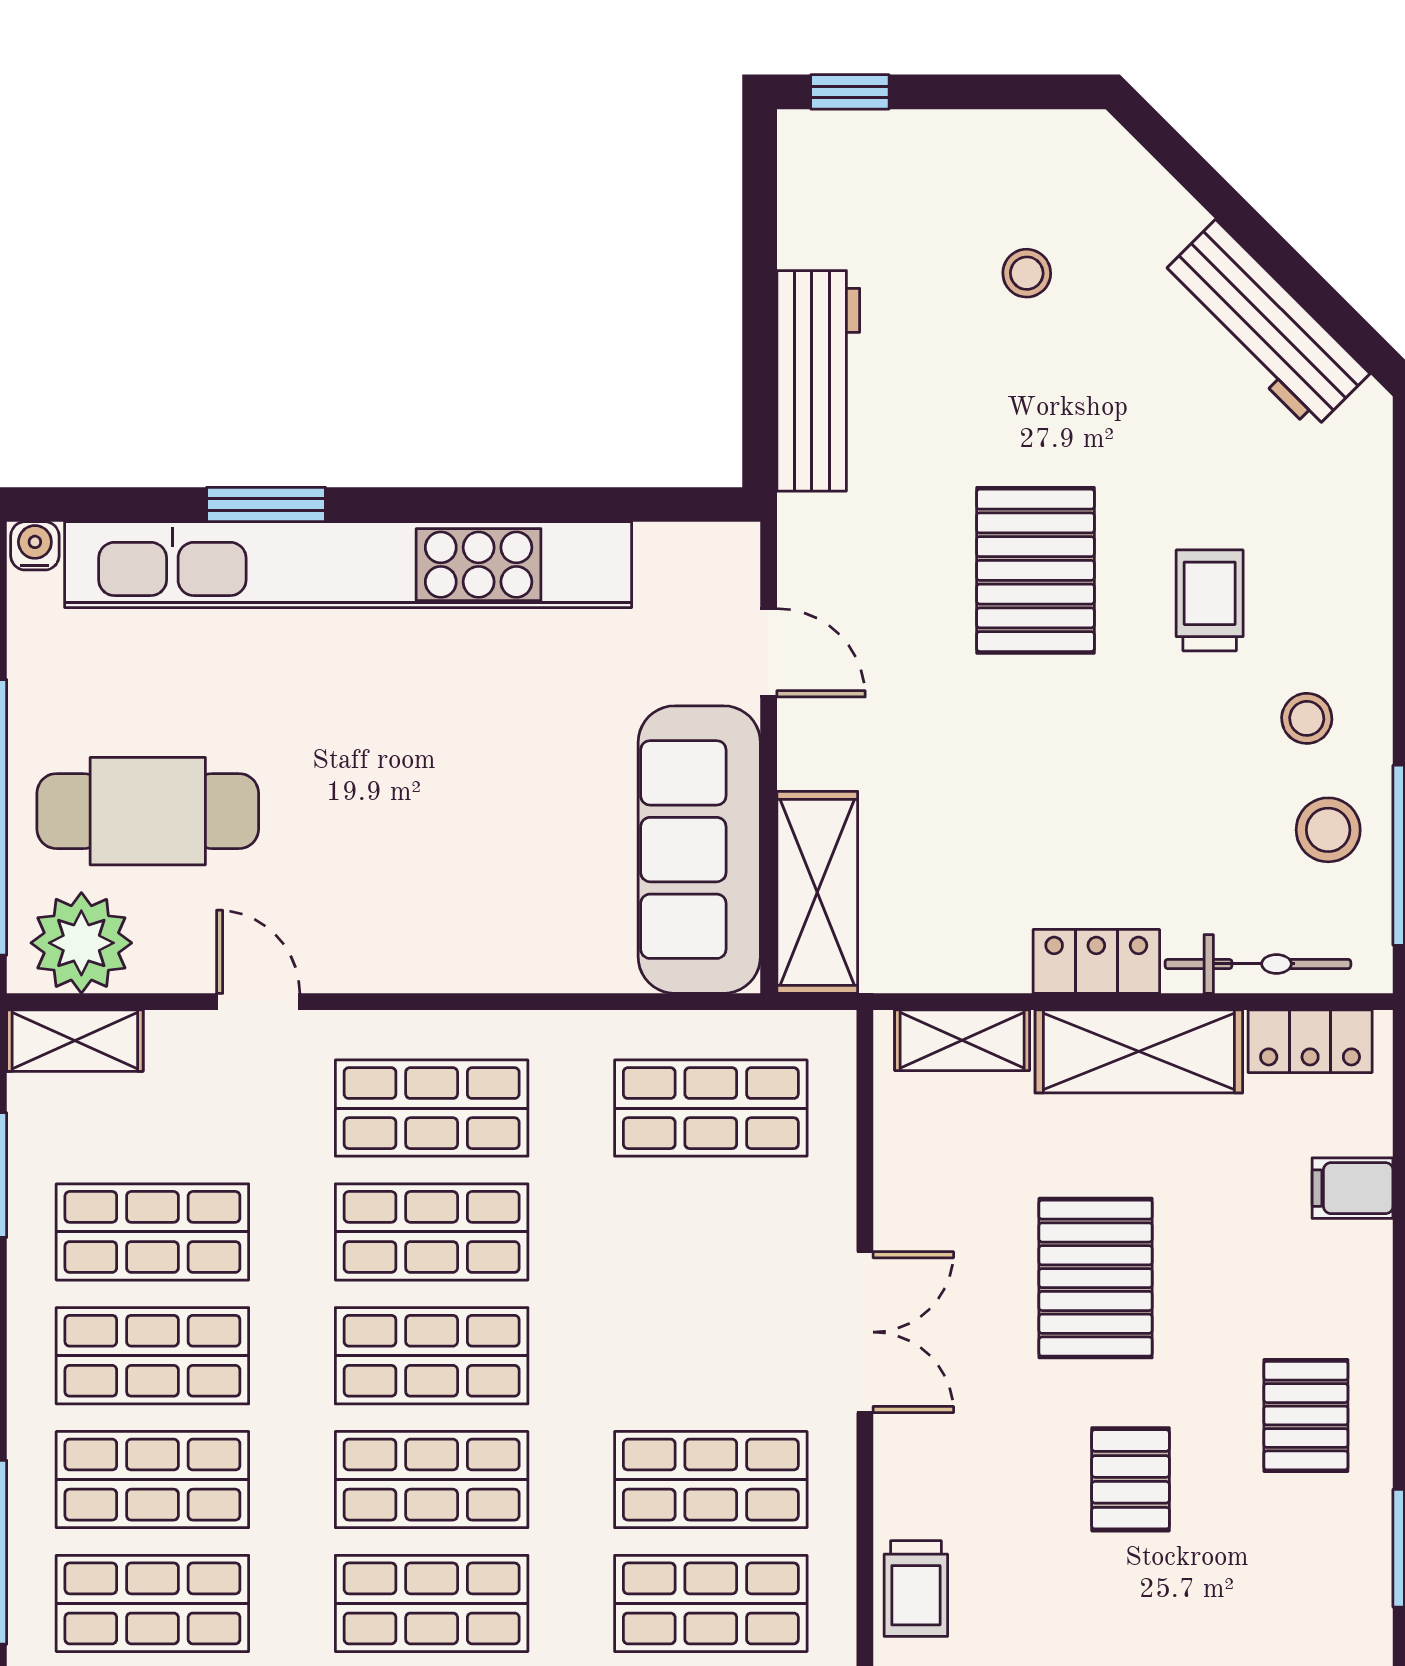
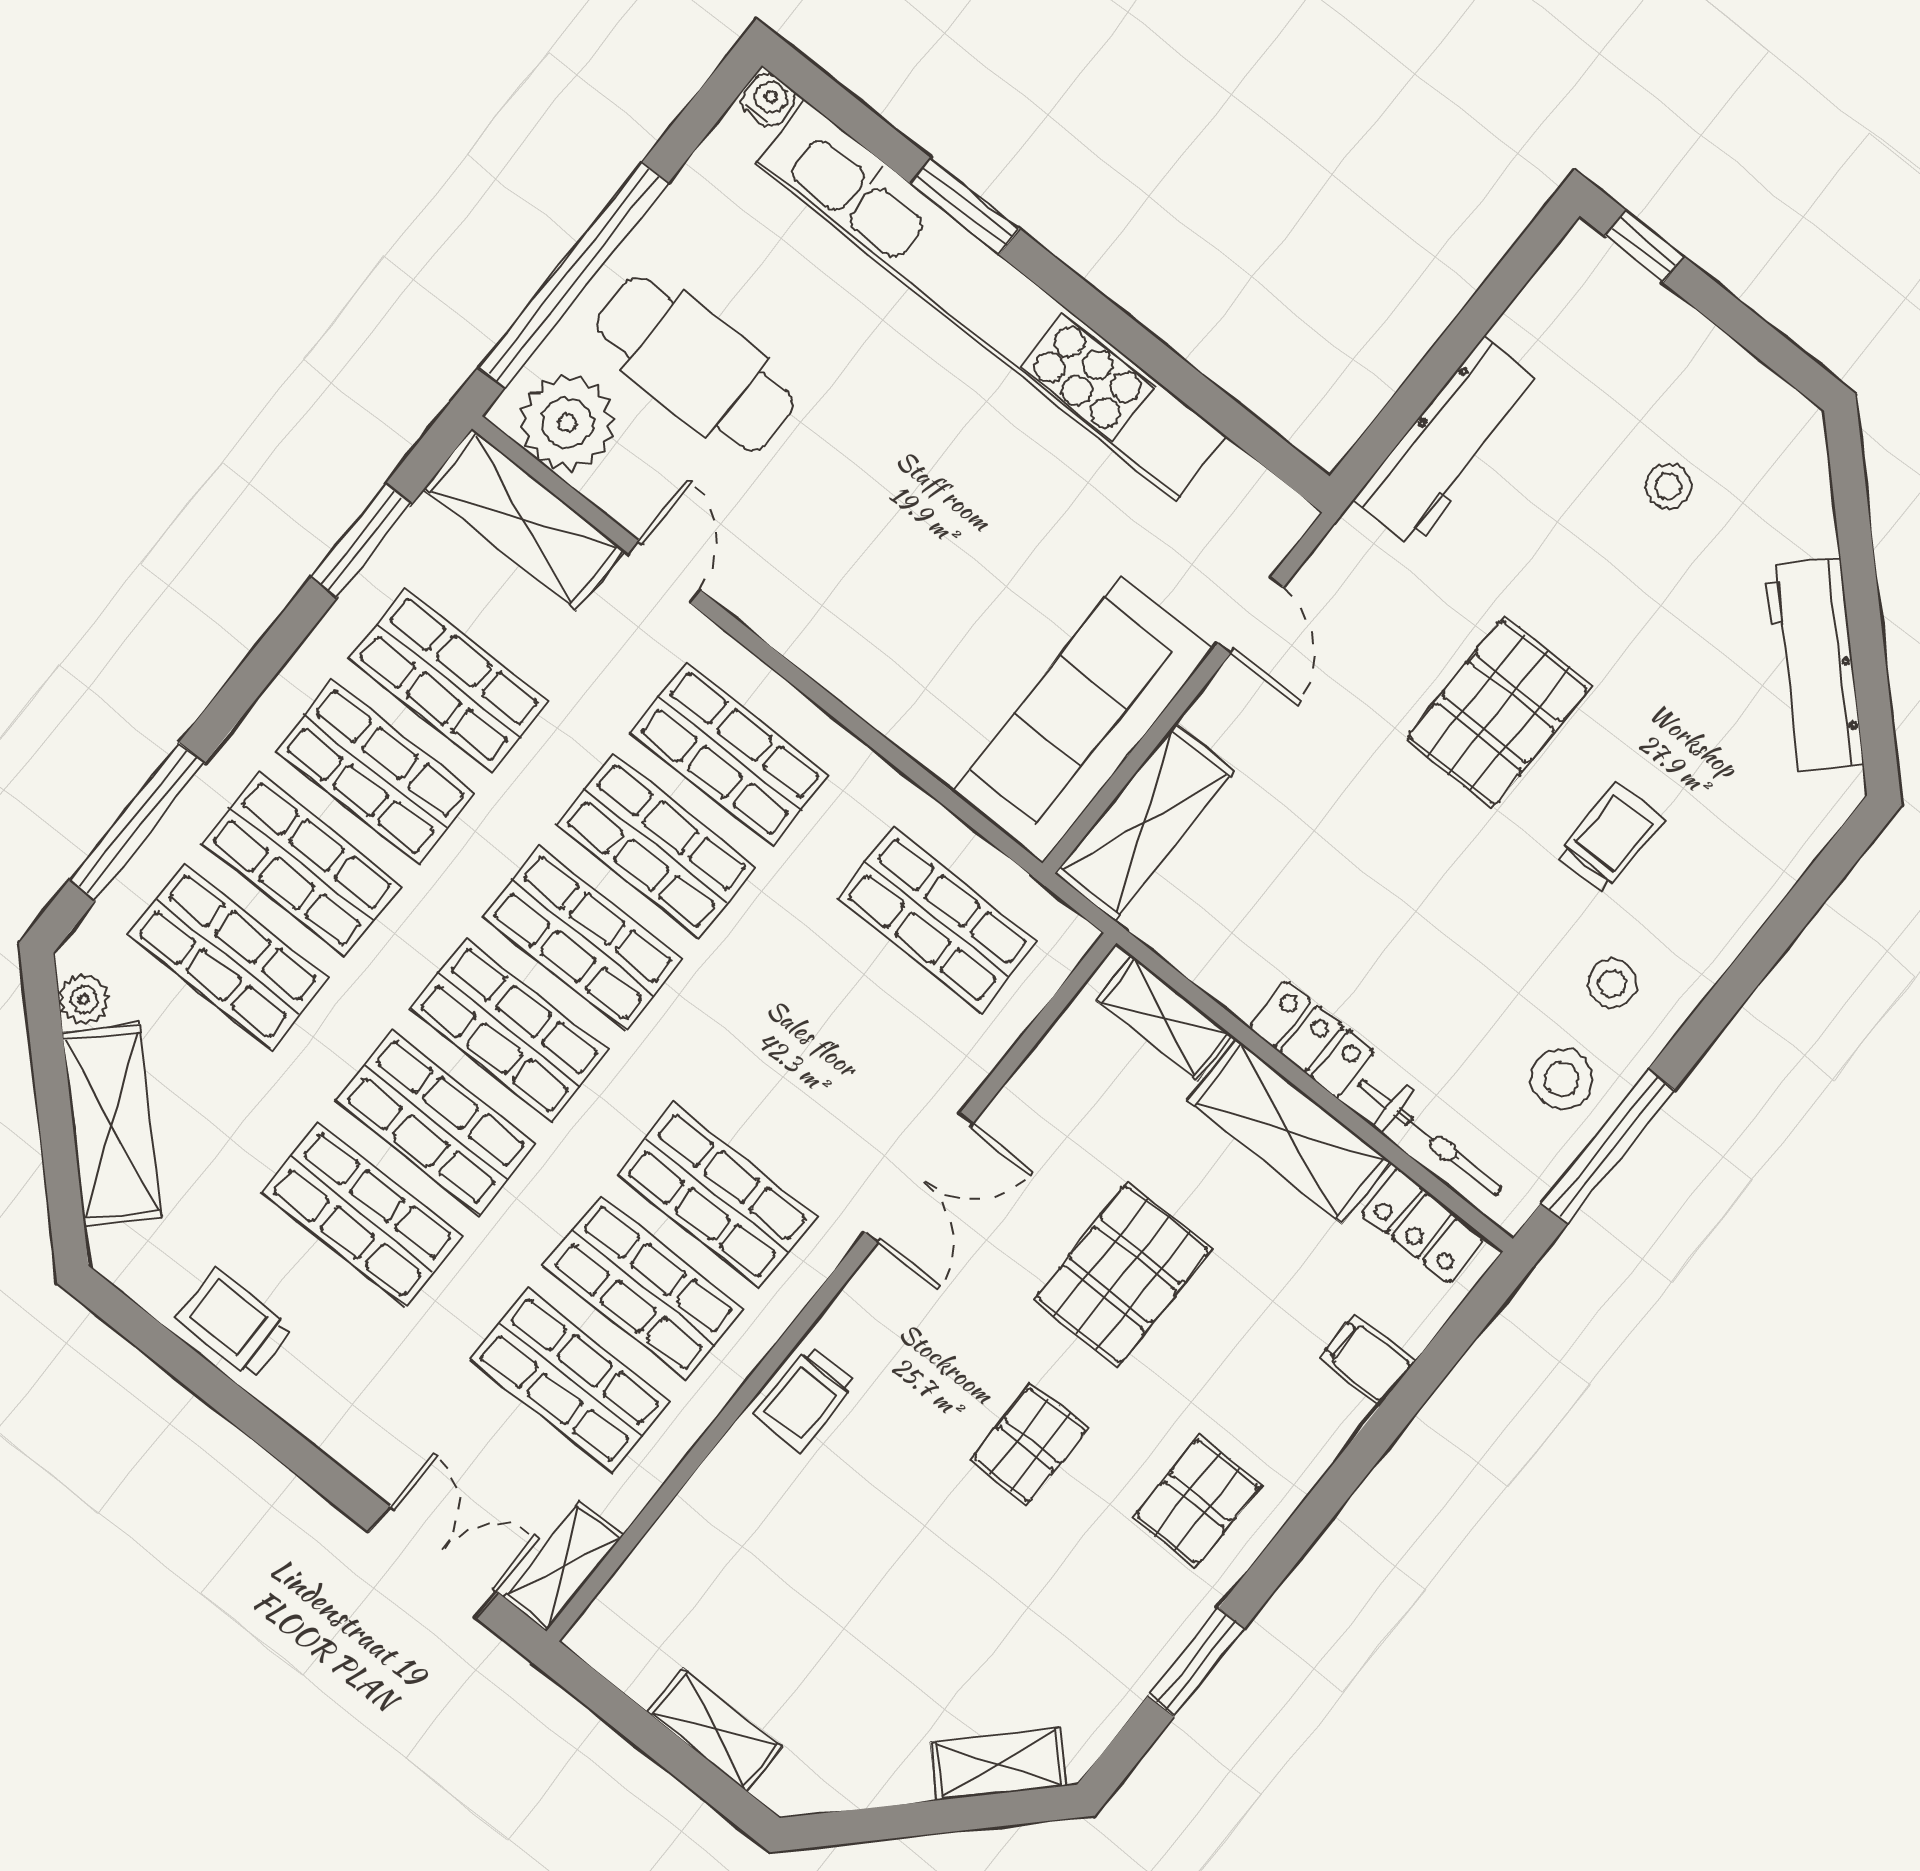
shelving: (75, 1041) -> (524, 519), width x1.50, depth x1.33

